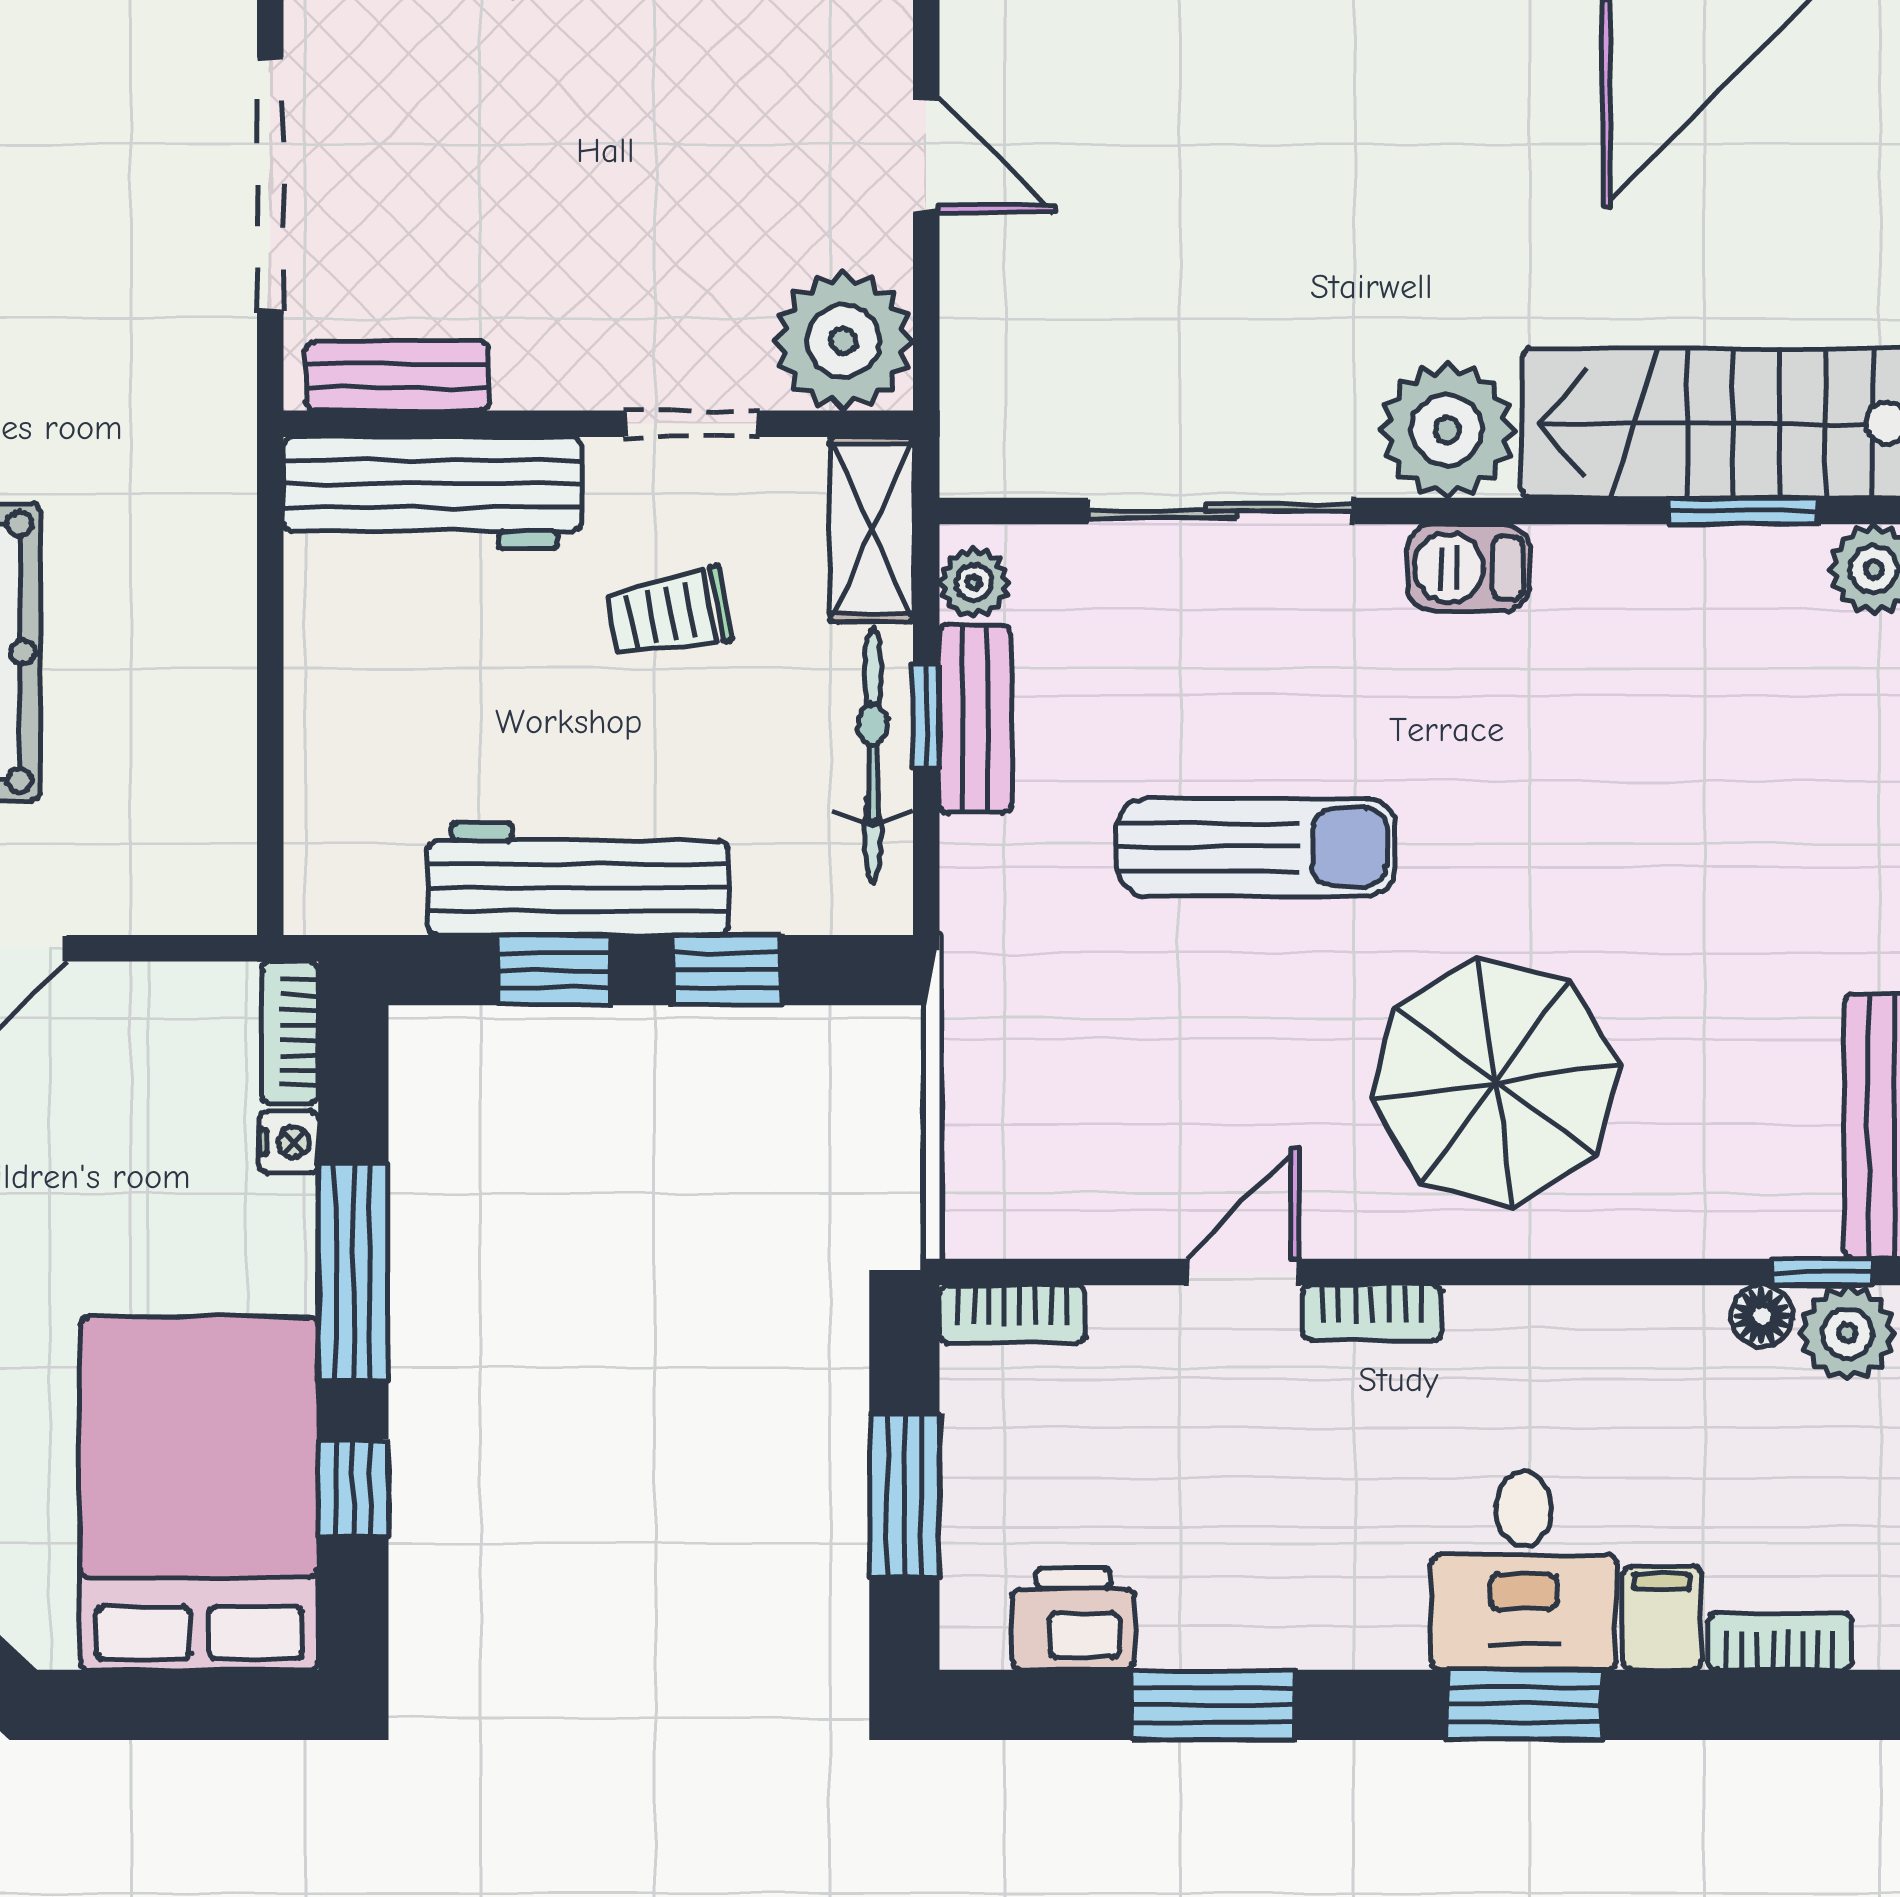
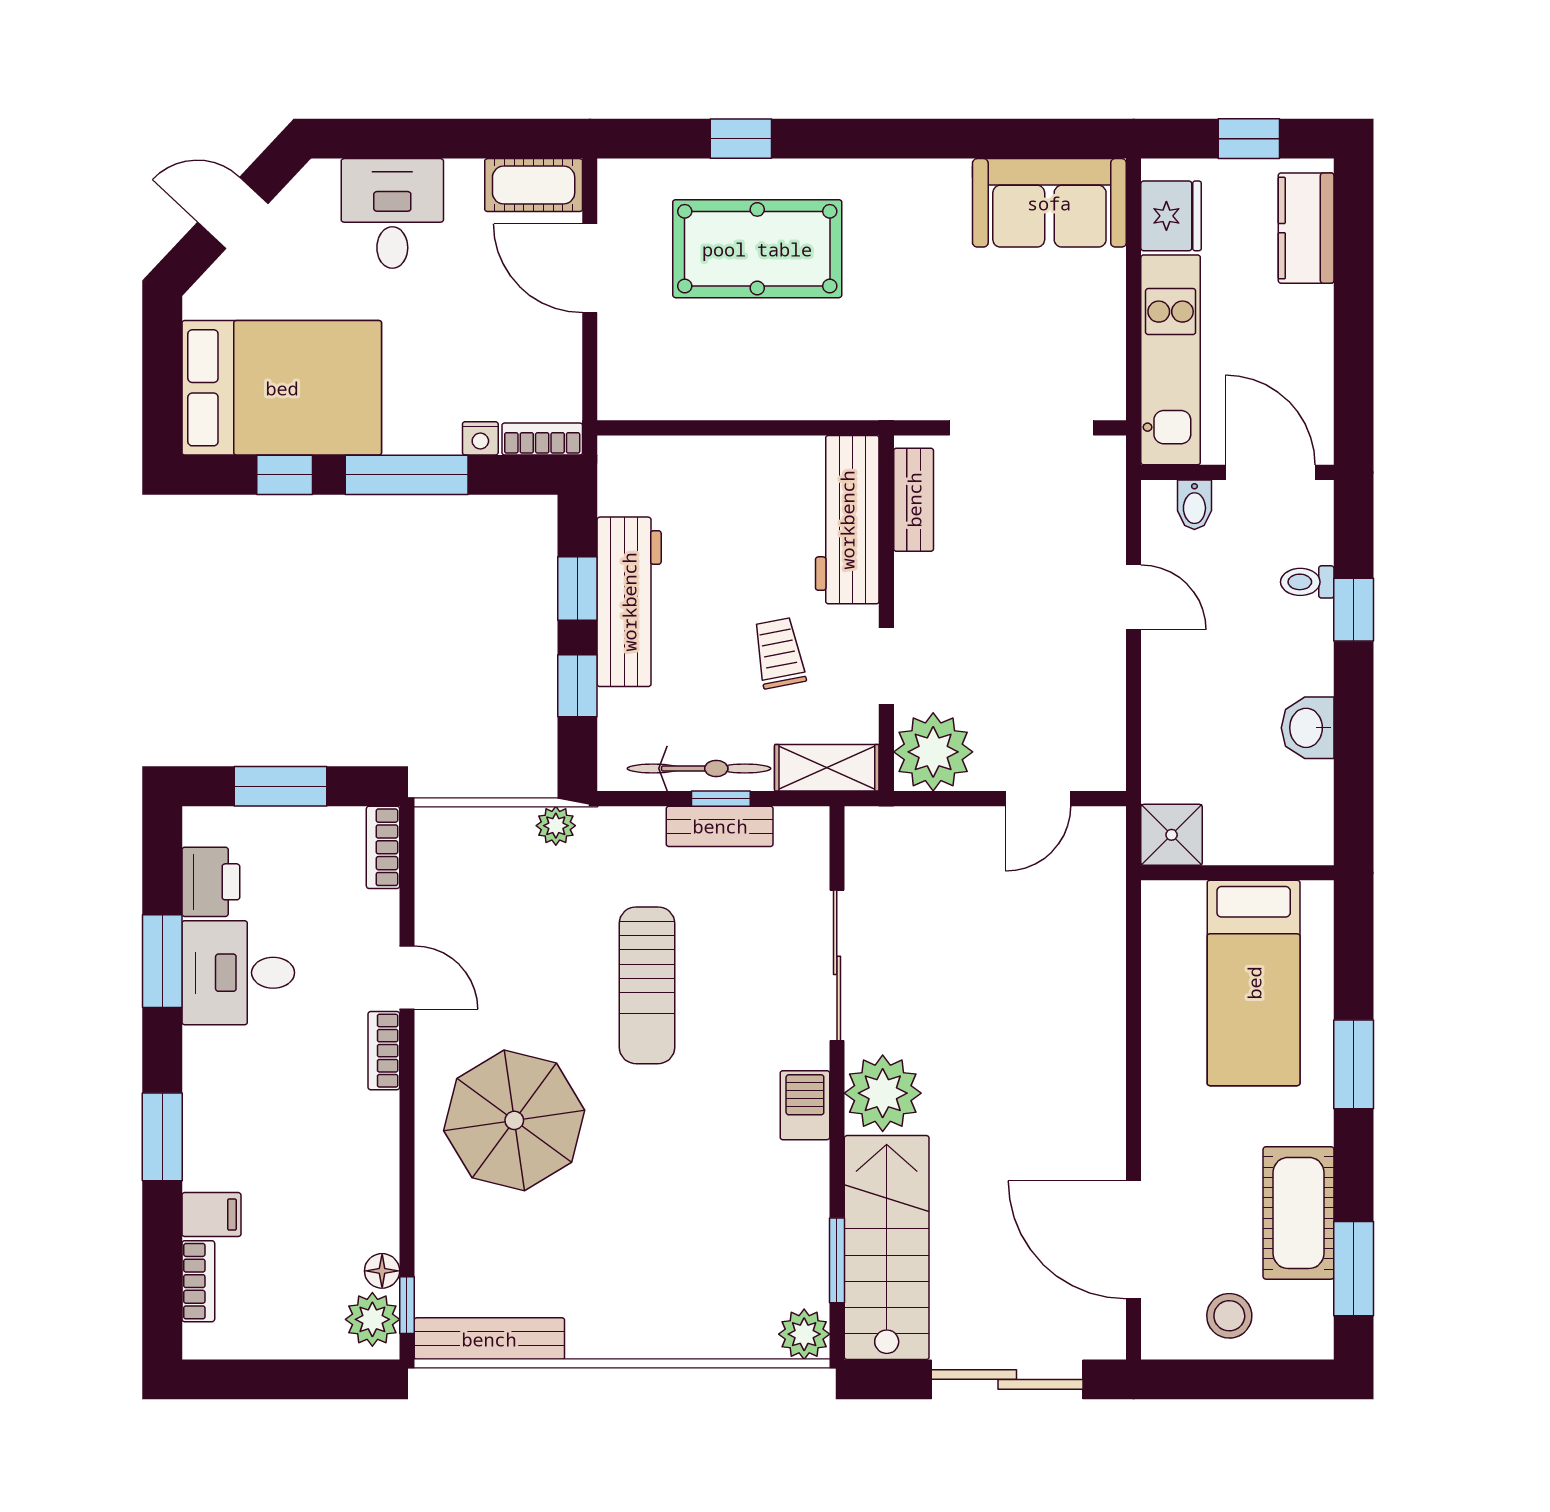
plant: (974, 583) -> (556, 826), moved
desk: (1524, 1570) -> (238, 973), moved

